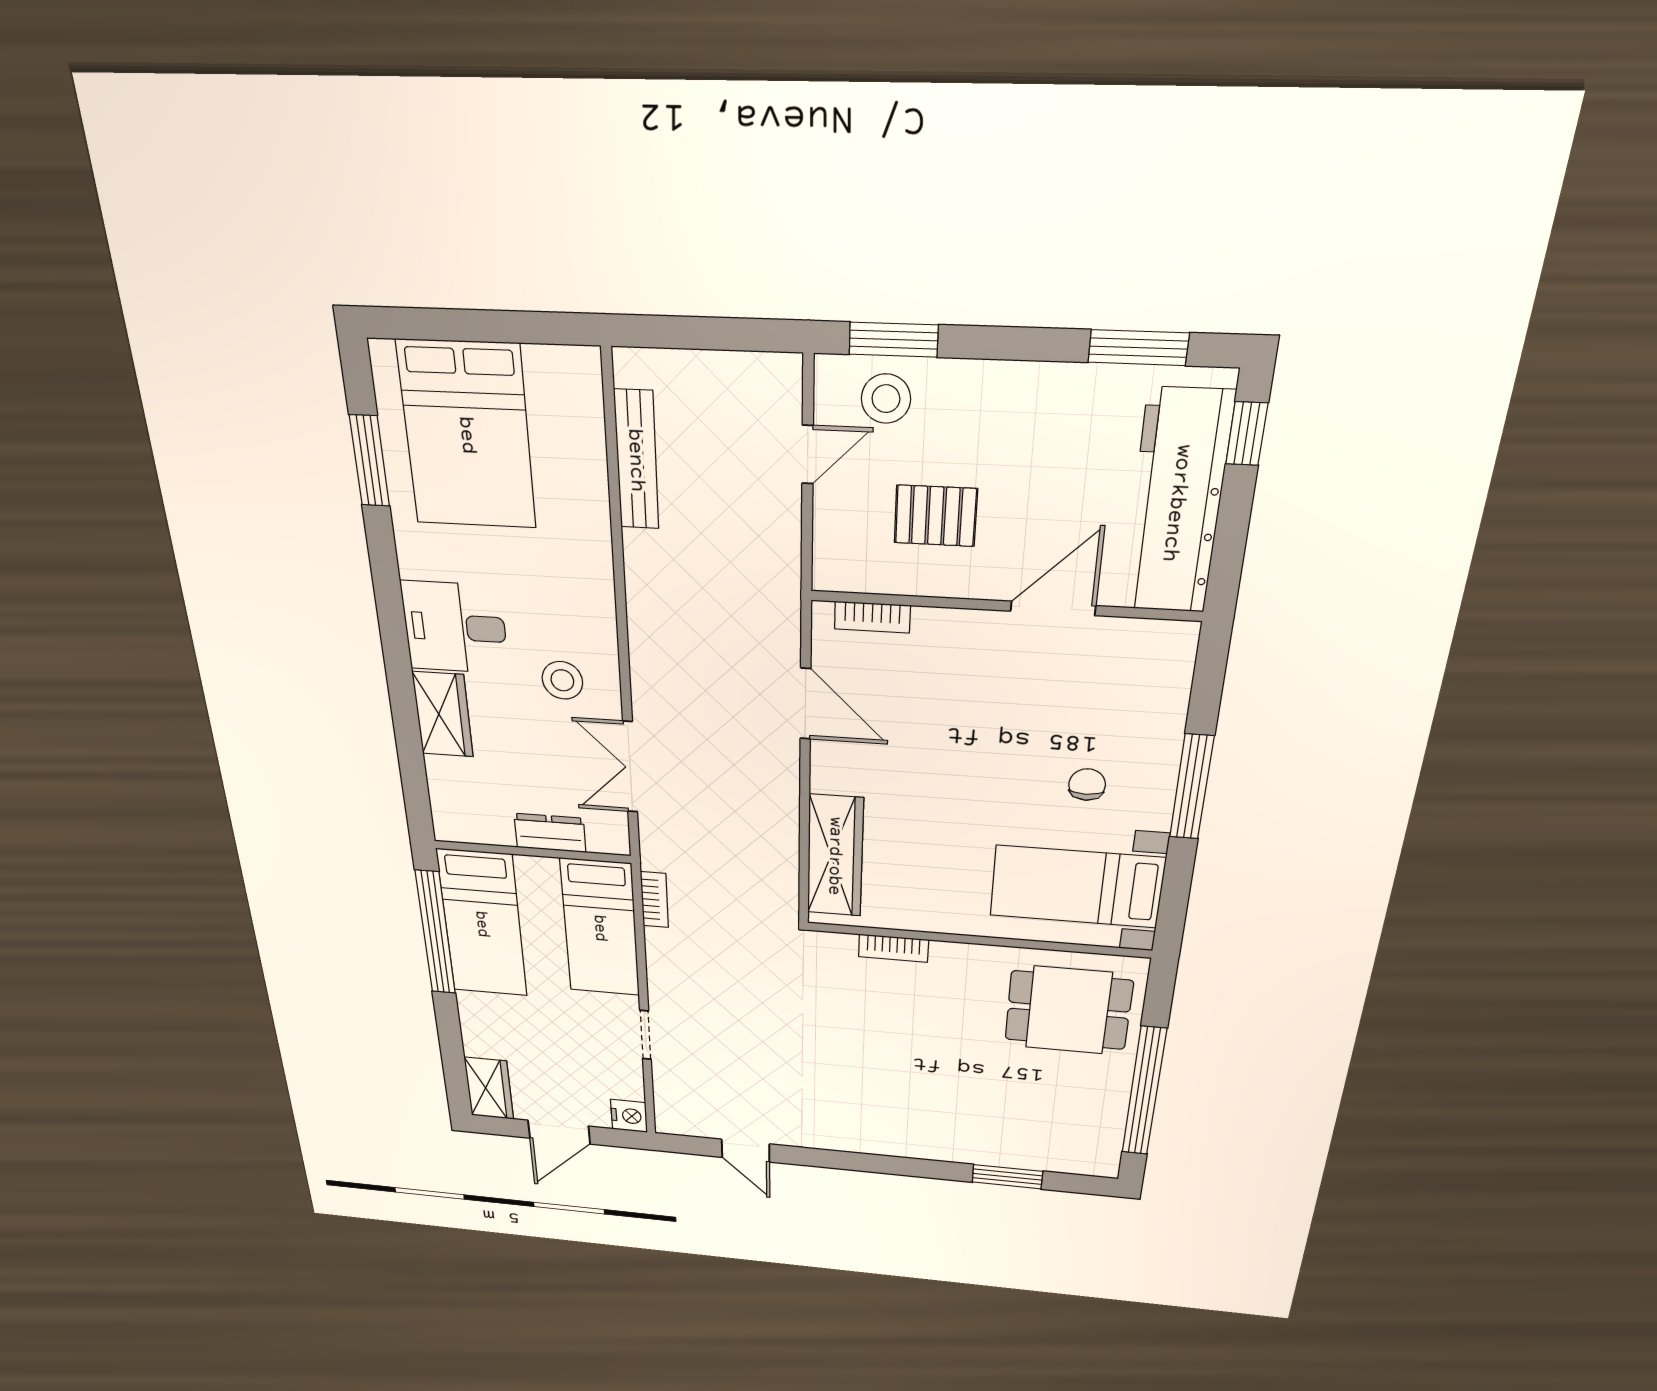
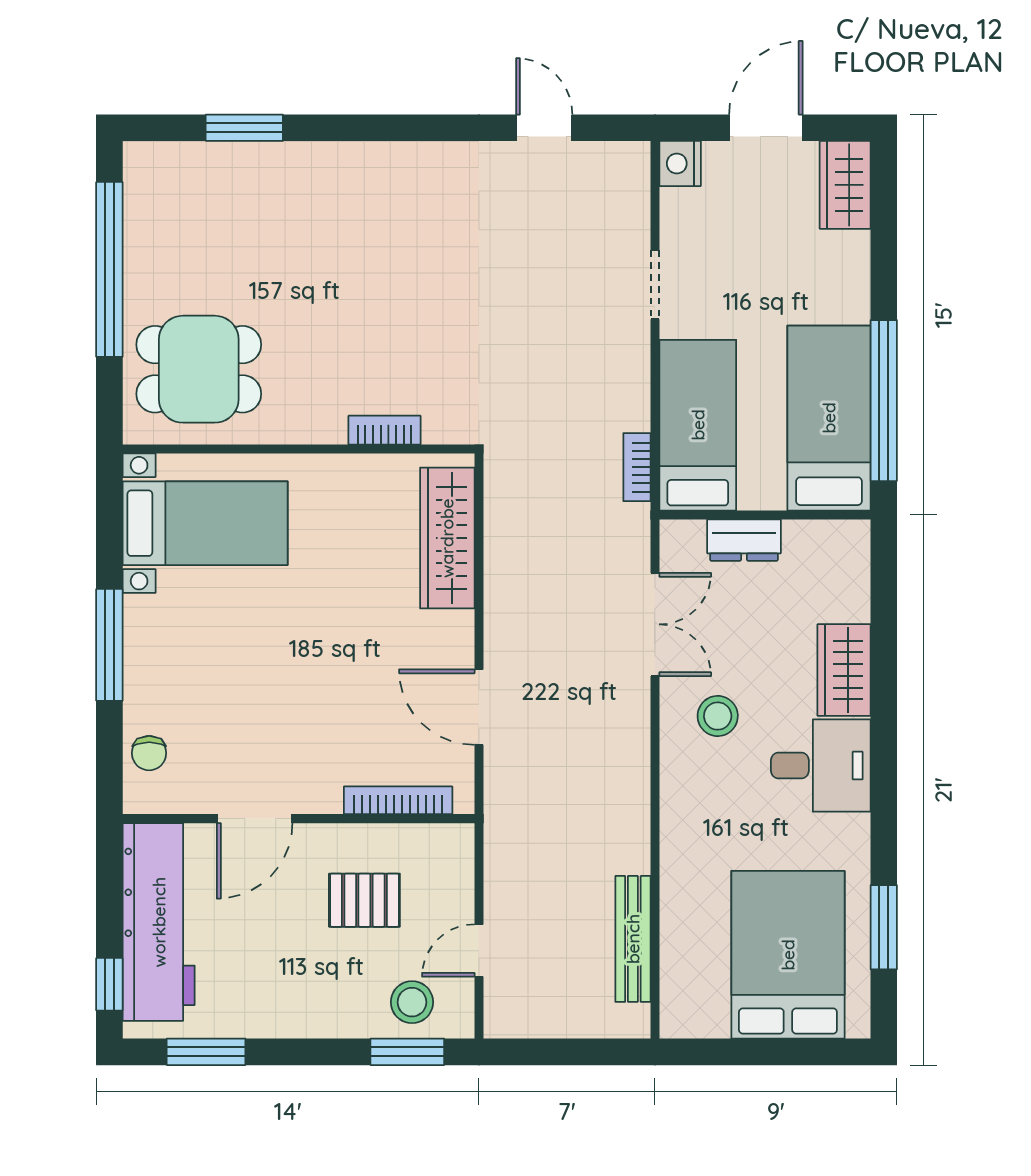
bookcase: (872, 617) -> (398, 800), width x1.56
chair: (1087, 785) -> (149, 753), moved

